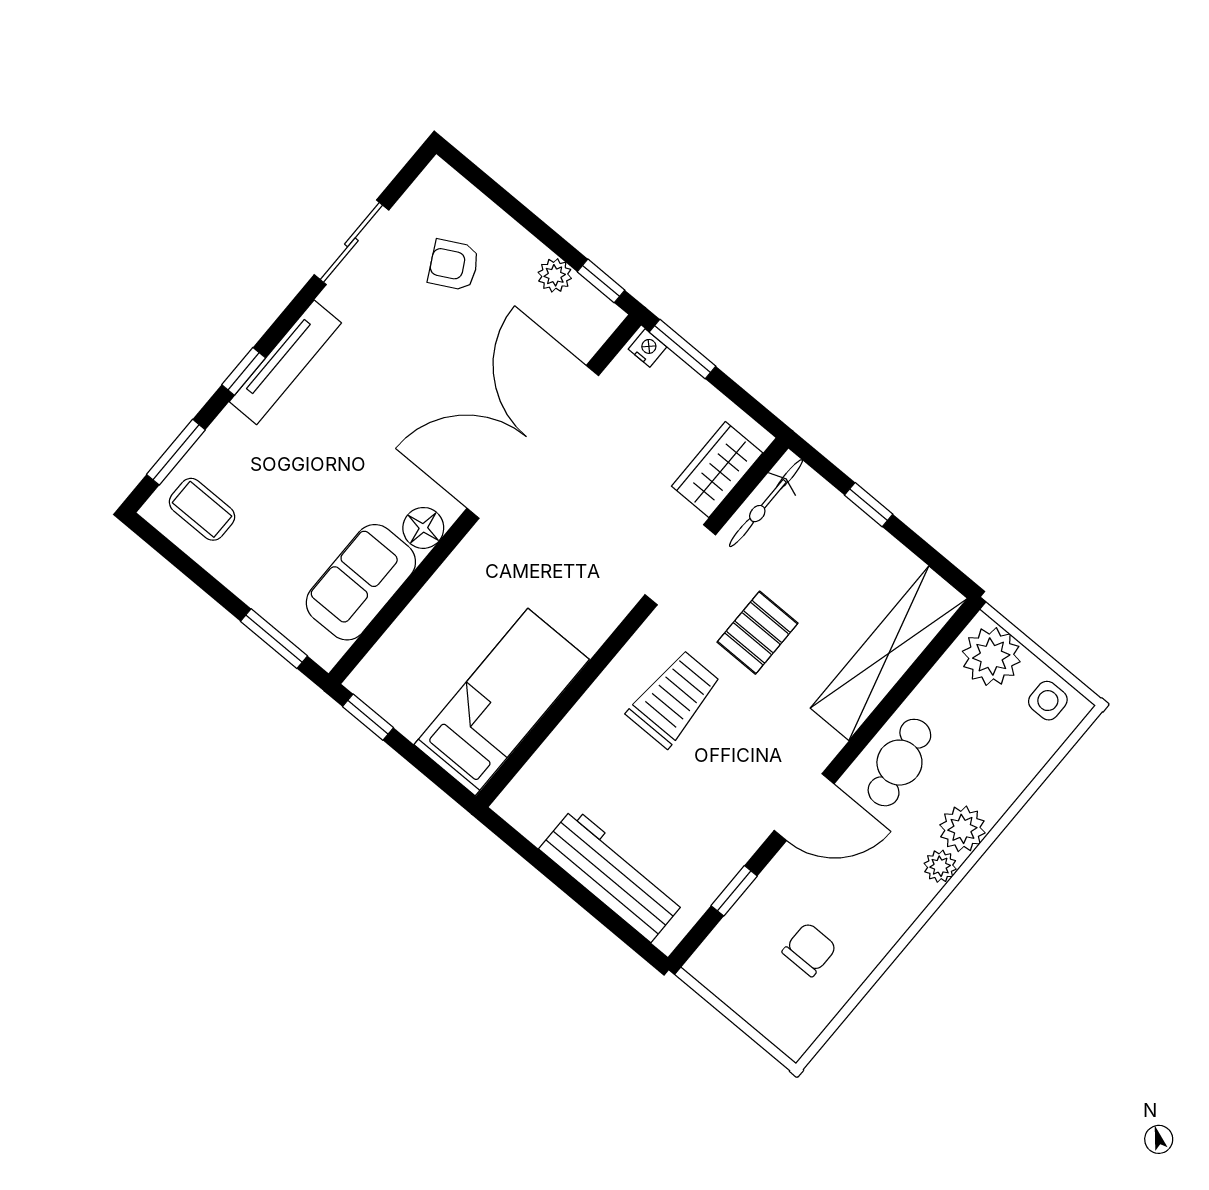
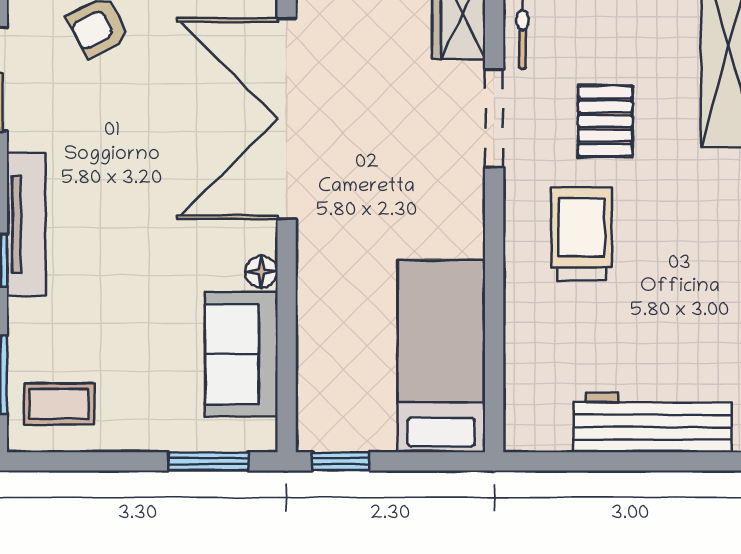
floor lamp: (423, 528) -> (261, 272), width x0.73, depth x0.73

